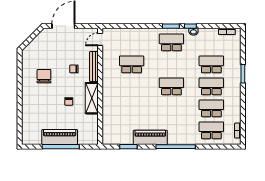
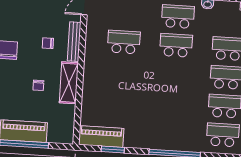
school desk: (171, 86) -> (176, 45), moved
piano: (150, 137) -> (101, 137), moved

